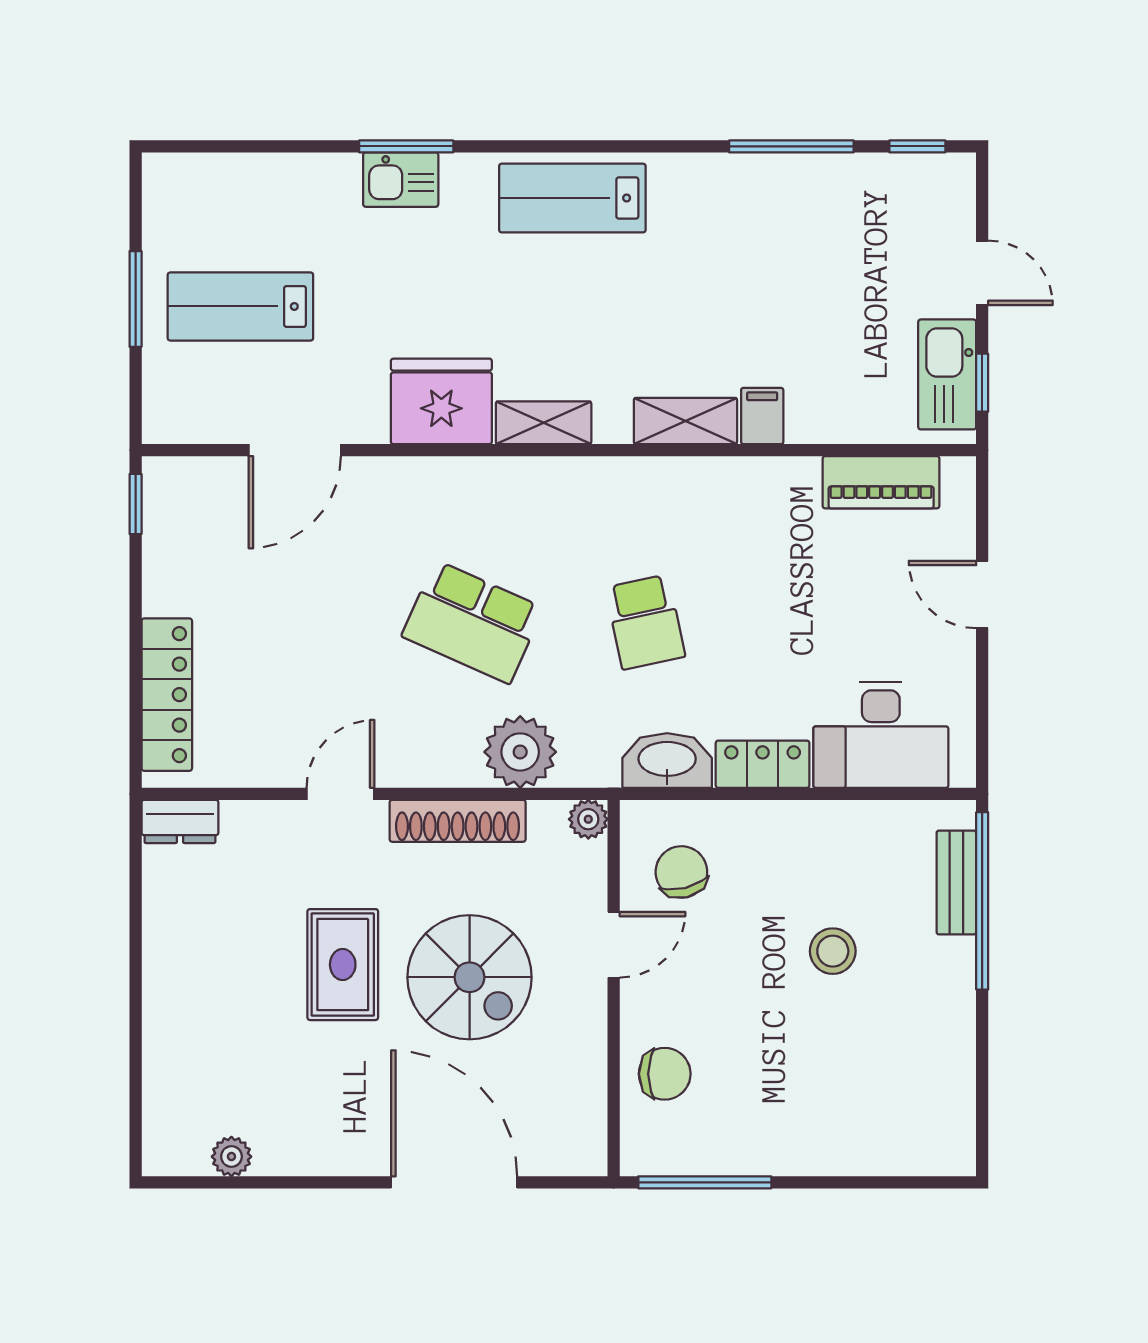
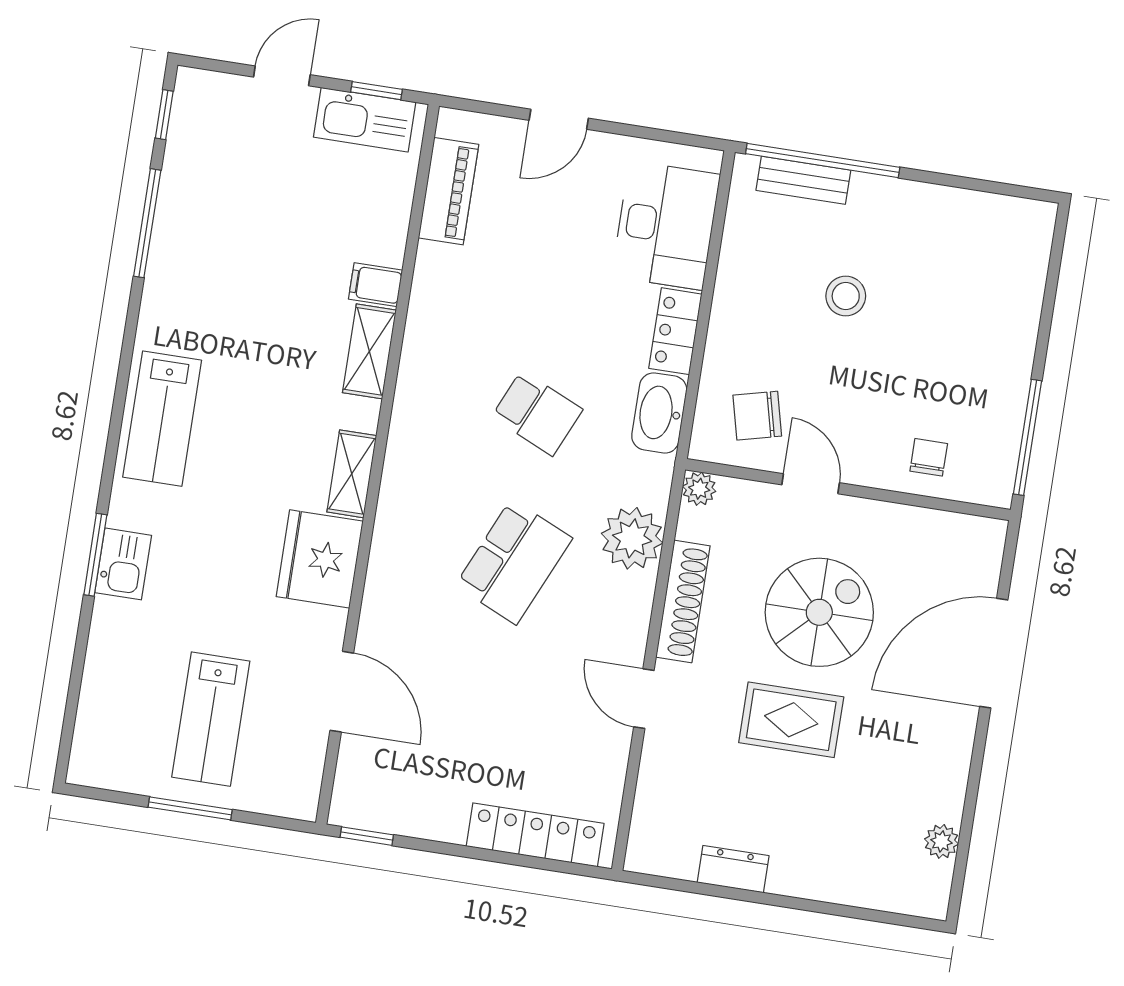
school desk: (645, 622) -> (537, 413), turned 36
dresser: (180, 821) -> (733, 869), moved, turned -90
chair: (665, 1074) -> (929, 457), width x0.73, depth x0.73

